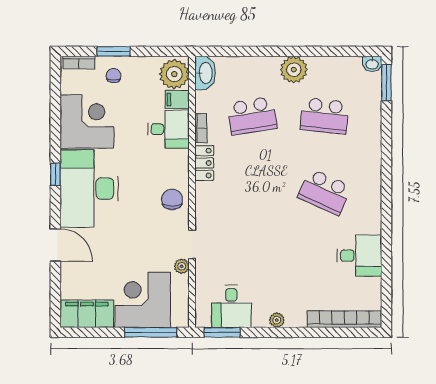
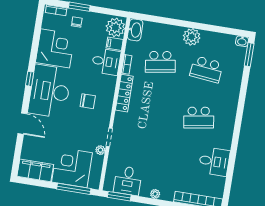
locker: (204, 163) -> (124, 93), width x1.53
school desk: (325, 192) -> (199, 118), turned -33
chair: (172, 199) -> (88, 101), moved, turned 90

